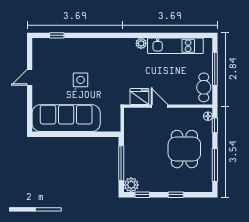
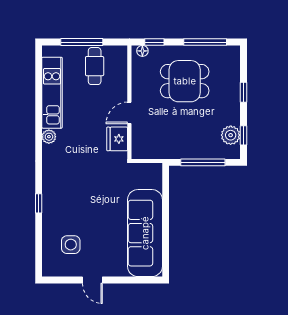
window: (57, 35) -> (39, 203), moved
side table: (81, 80) -> (71, 245), moved
cafe table: (204, 87) -> (95, 66), moved, turned 90
plant: (131, 185) -> (231, 135), moved

